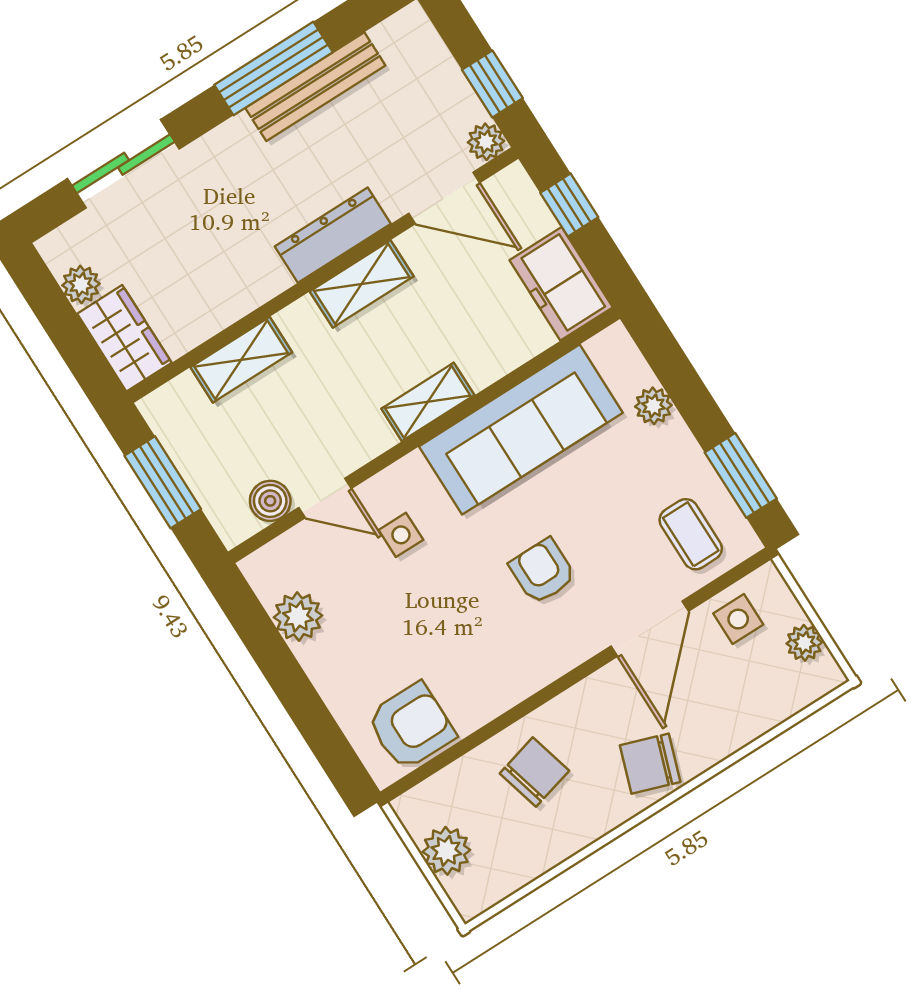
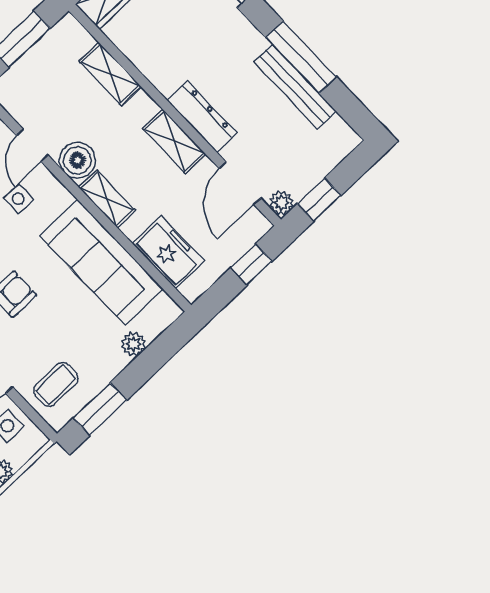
freezer: (561, 284) -> (168, 252), moved, turned 90
boiler: (270, 501) -> (77, 160), moved, width x1.36, depth x1.36

